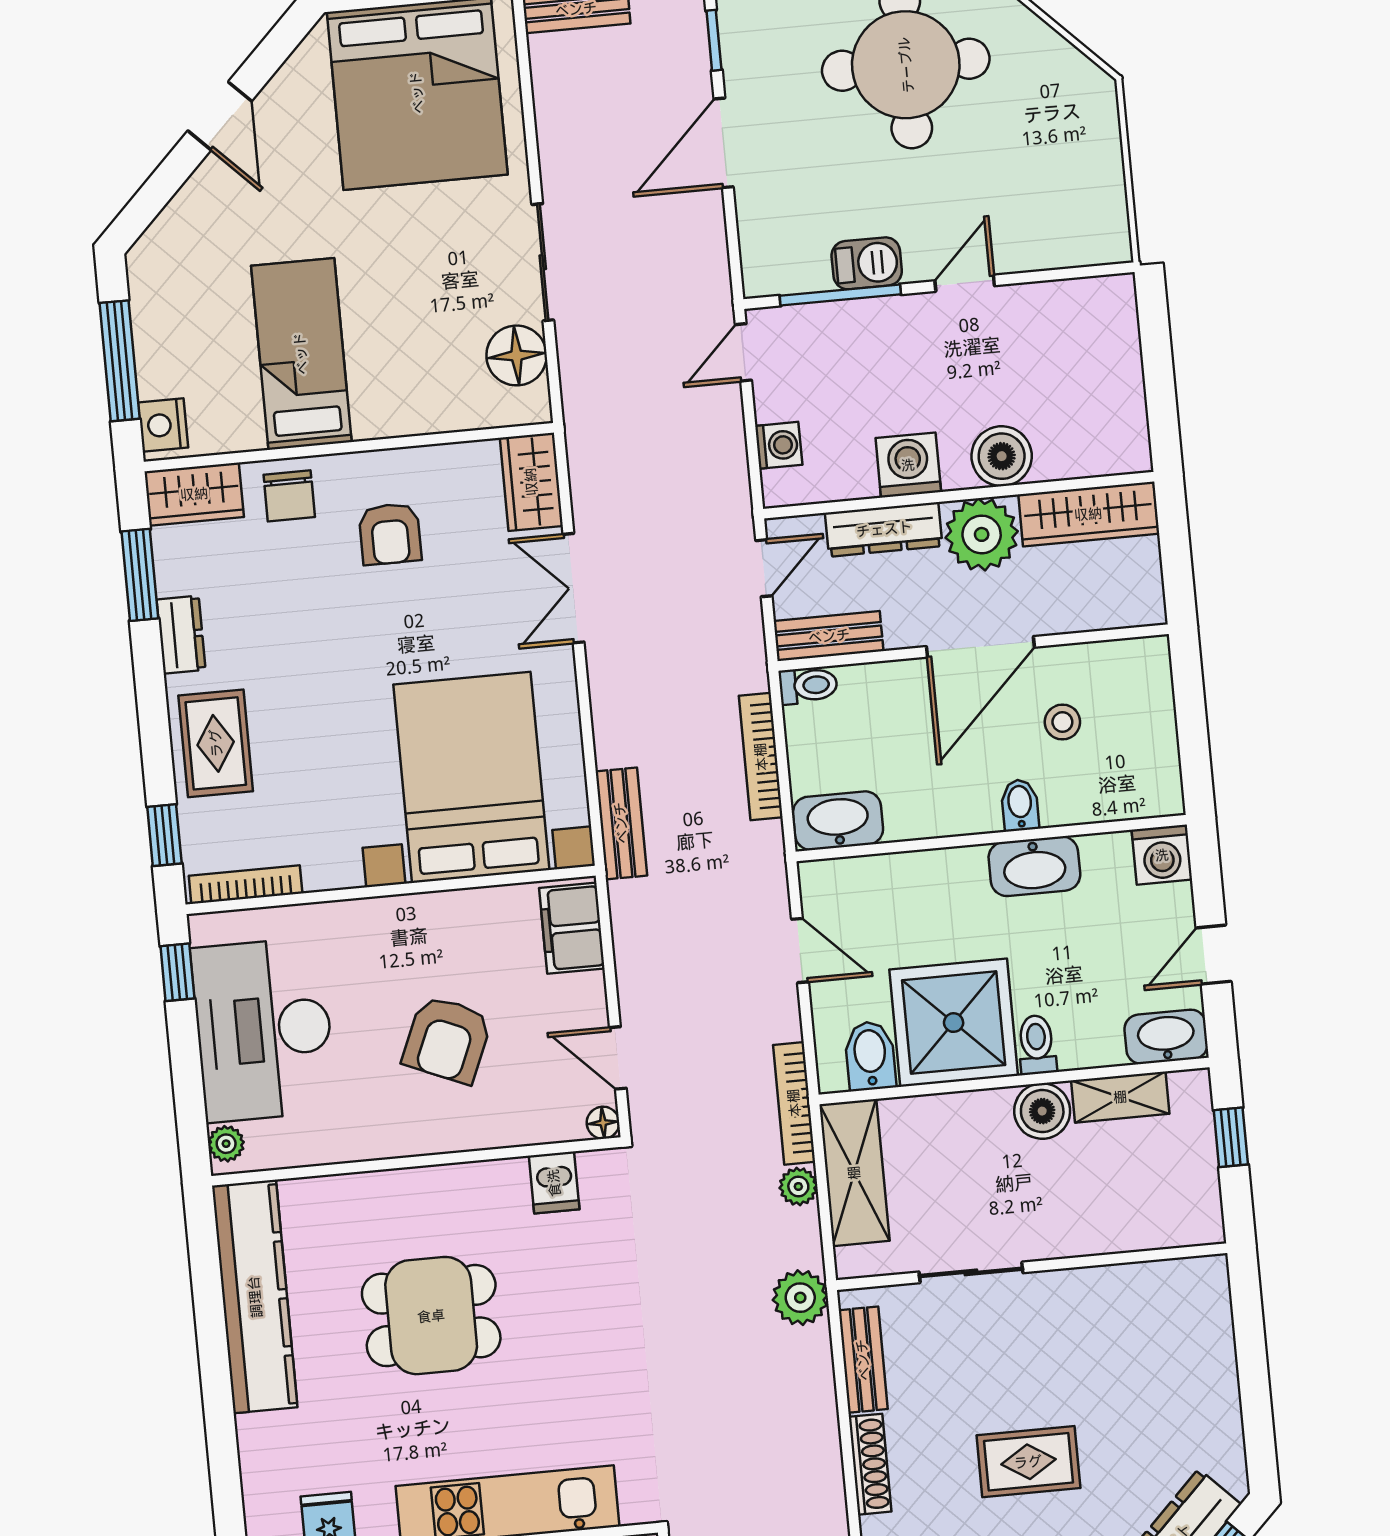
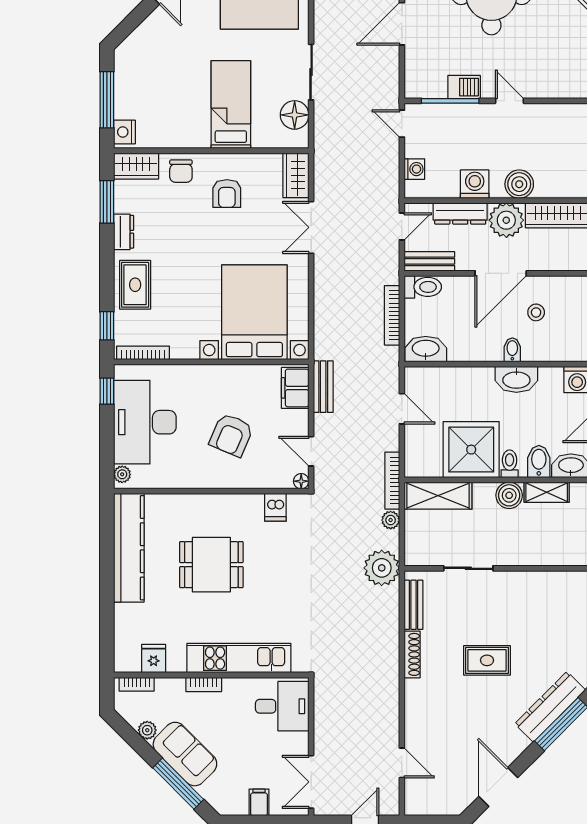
door: (965, 283) -> (509, 101), hinge flipped
door: (743, 352) -> (402, 124), hinge flipped
bed: (301, 354) -> (231, 105), moved
toilet: (808, 685) -> (423, 287), width x1.37, depth x1.39
bench: (621, 823) -> (323, 387), moved
bidet: (870, 1056) -> (539, 462), moved
shelving: (854, 1173) -> (438, 496), moved, turned 90
plant: (800, 1298) -> (382, 568), width x1.36, depth x1.36

